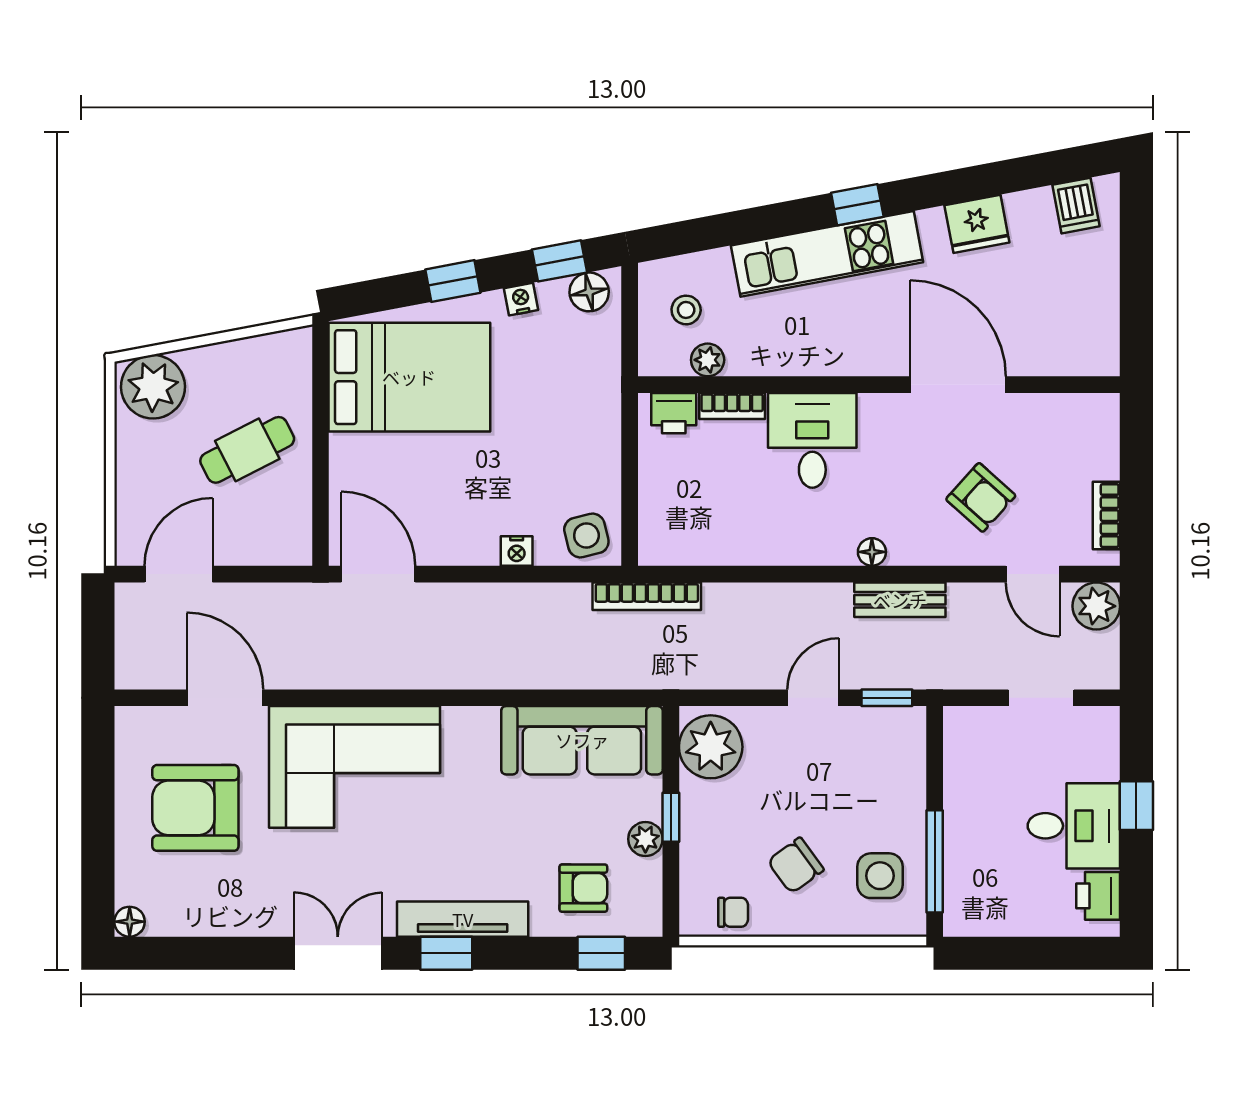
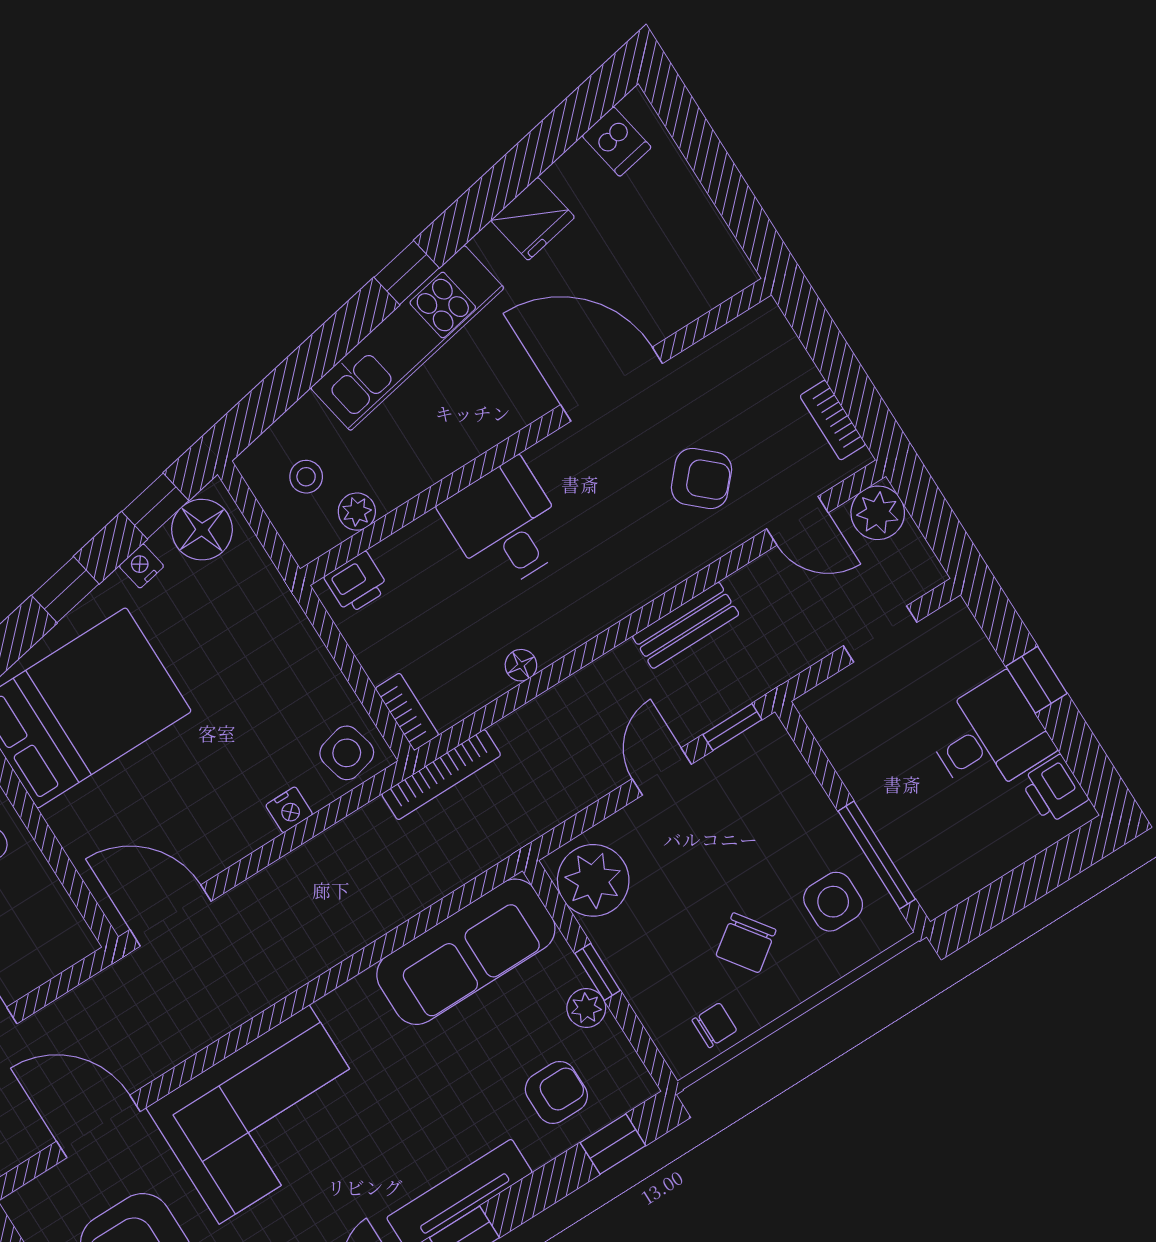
floor lamp: (589, 292) -> (202, 530), width x1.38, depth x1.38
bookcase: (732, 406) -> (407, 712), moved, turned -90
floor lamp: (872, 552) -> (521, 665), moved

